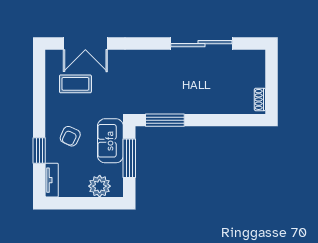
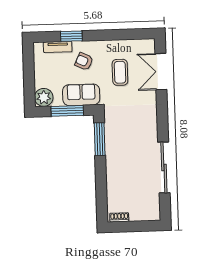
coffee table: (75, 84) -> (120, 72), moved
tv unit: (52, 180) -> (58, 47), moved
plant: (100, 186) -> (44, 97), moved

